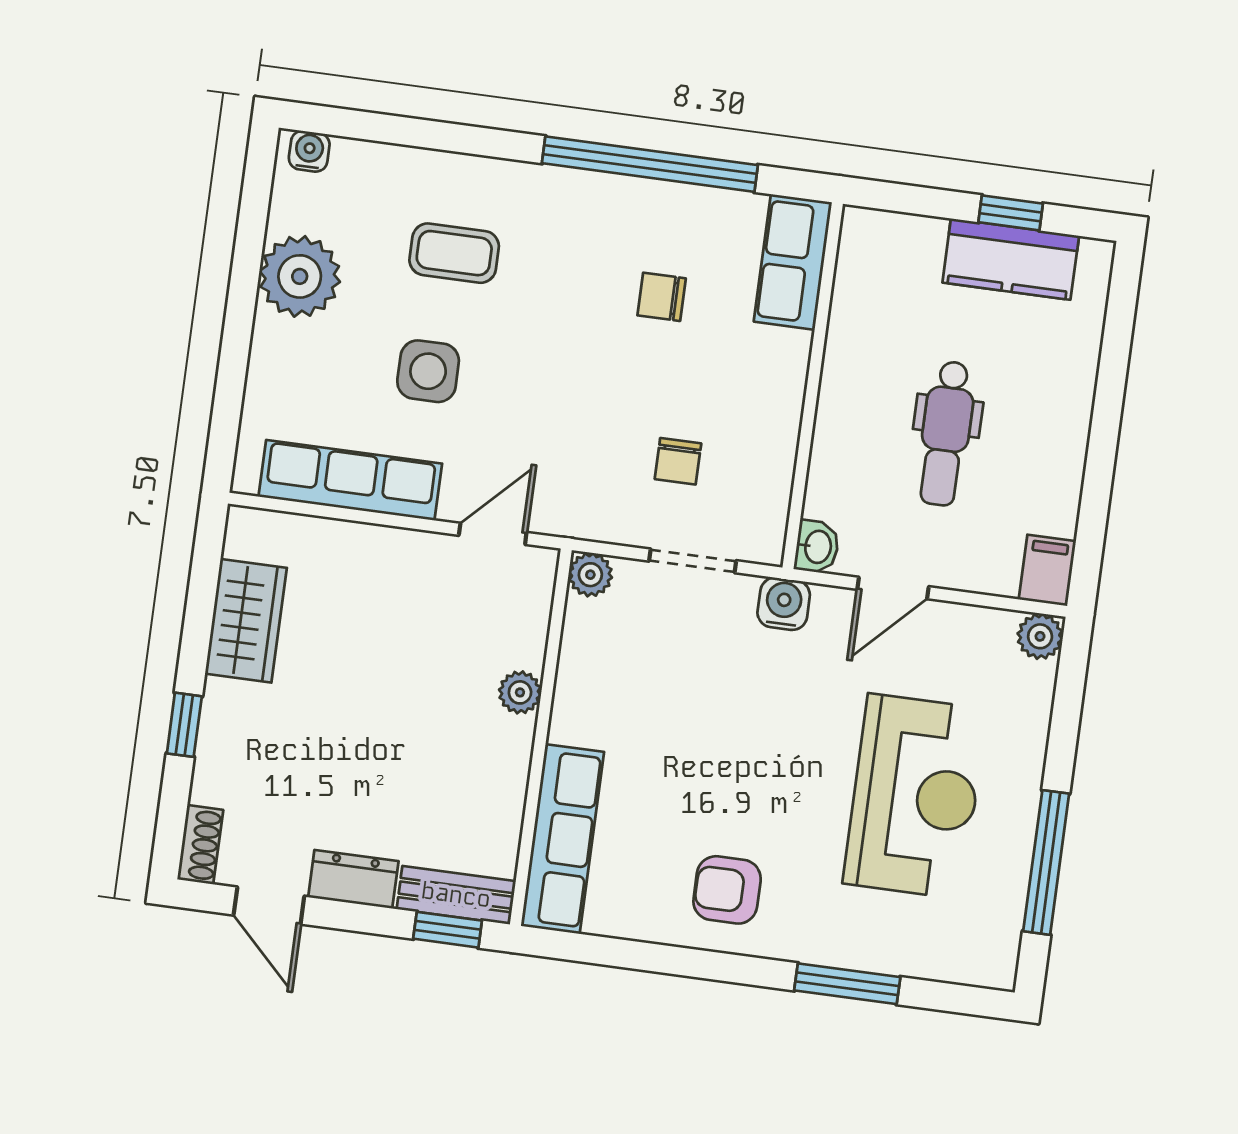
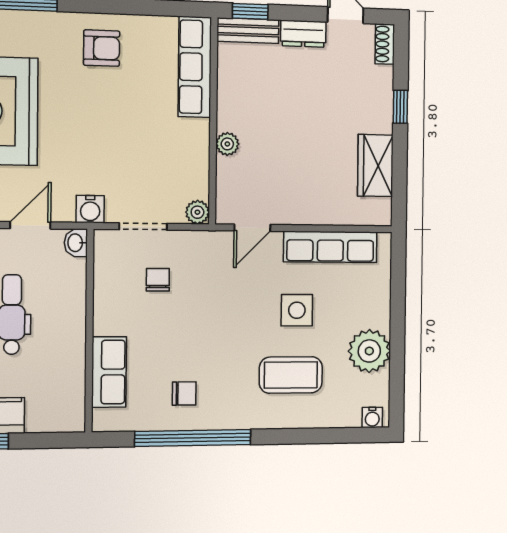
coffee table: (454, 253) -> (291, 375), width x1.36, depth x1.30
row of seats: (793, 262) -> (109, 372), moved
chair: (662, 297) -> (184, 393), moved

